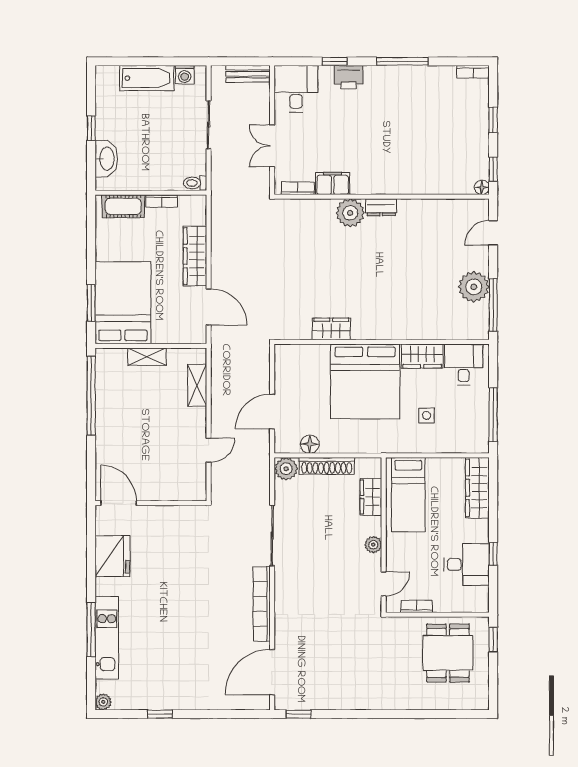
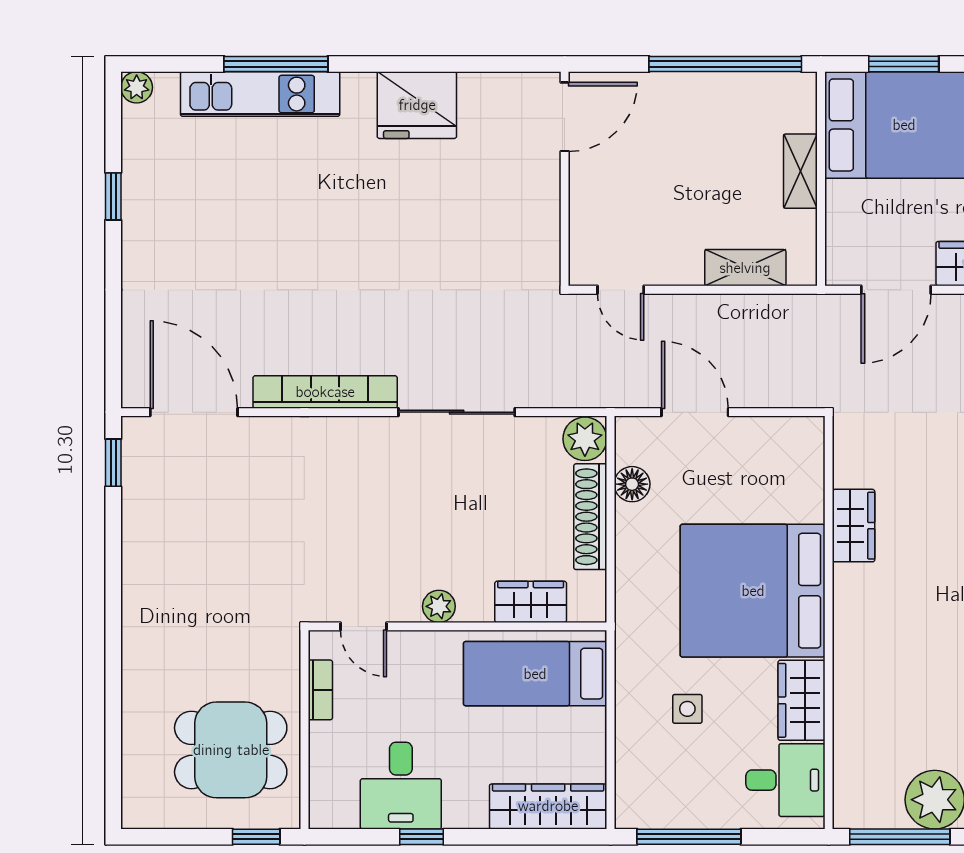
door: (119, 503) -> (565, 117), moved
wall: (151, 503) -> (565, 179), moved

